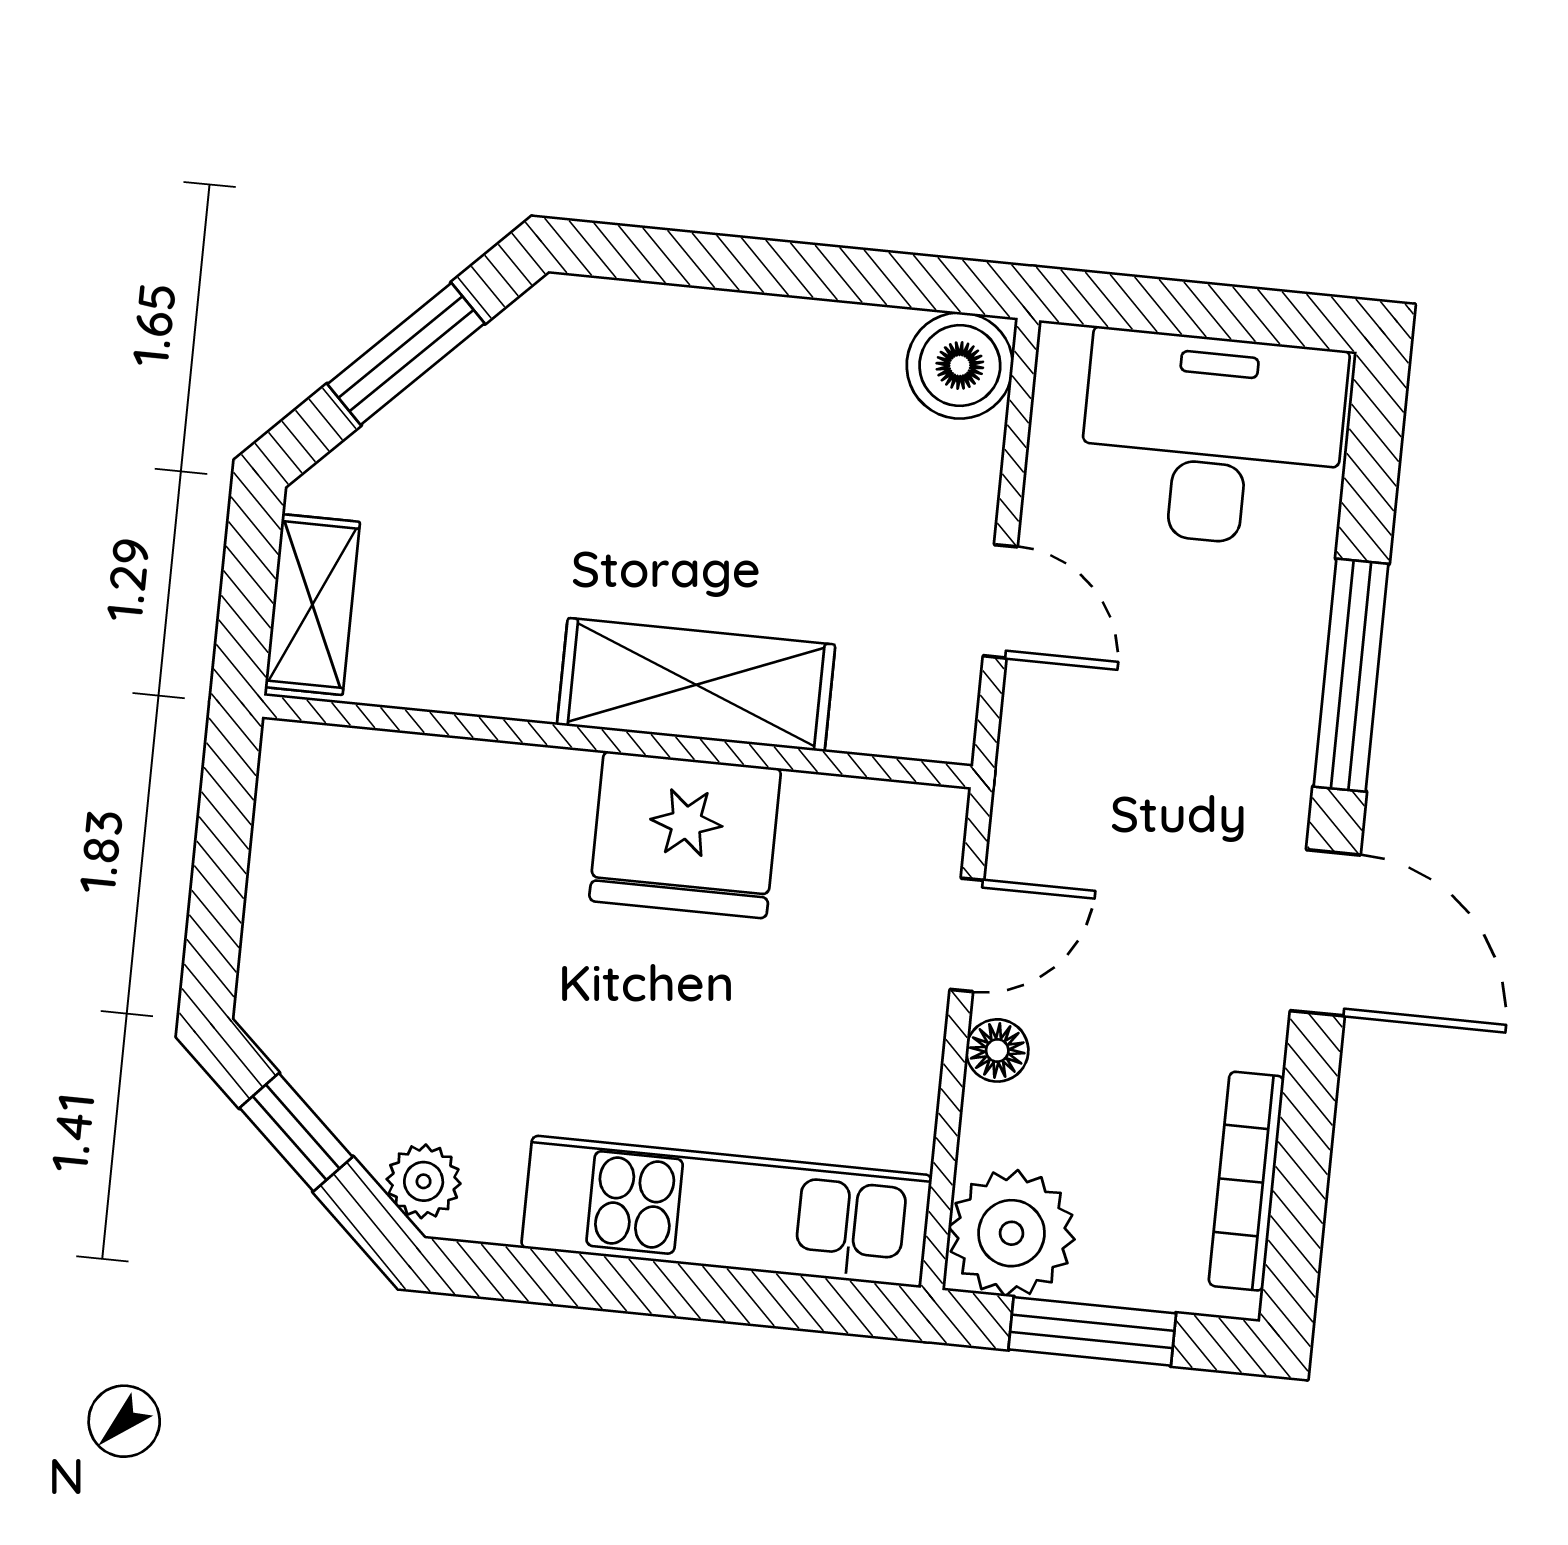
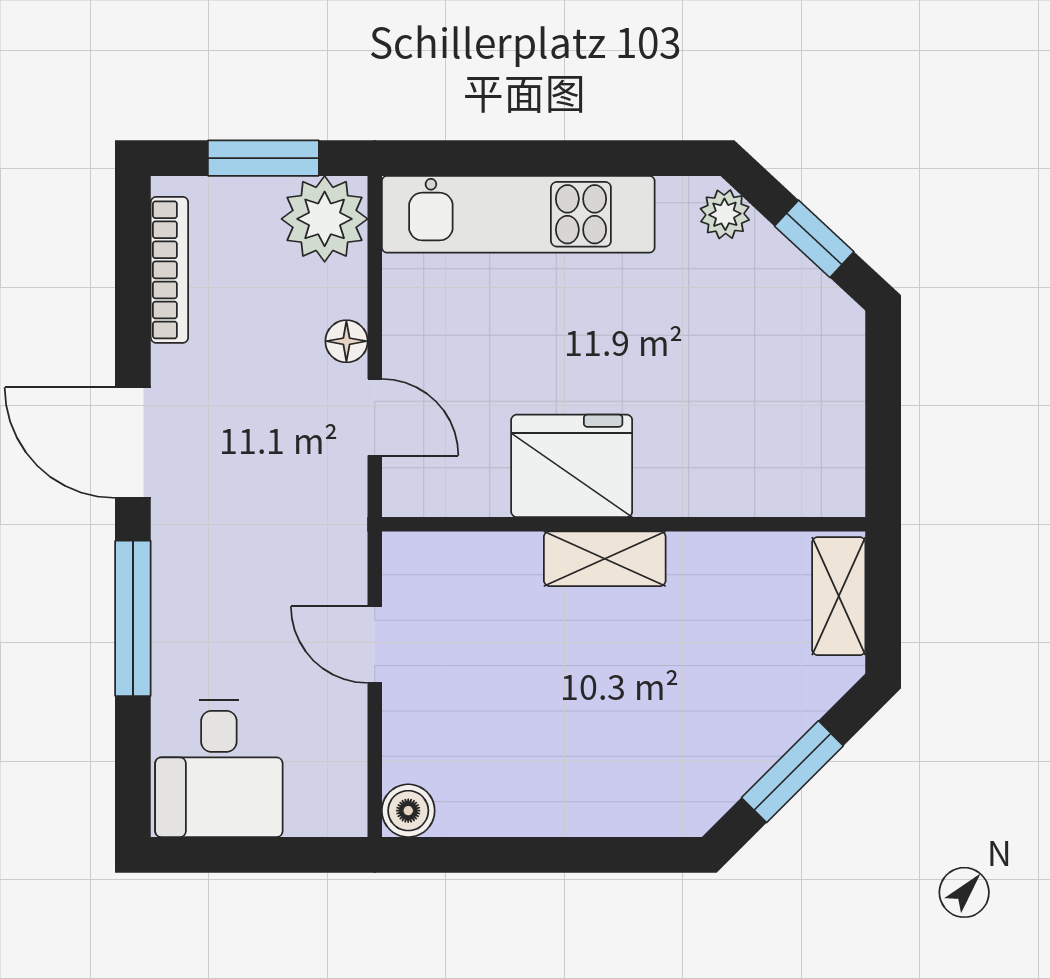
boiler: (960, 366) -> (408, 811), width x0.73, depth x0.73
desk: (1212, 439) -> (219, 768), width x0.73
shelving: (696, 685) -> (605, 559), width x0.67, depth x0.75
door: (967, 935) -> (375, 417), swing flipped

